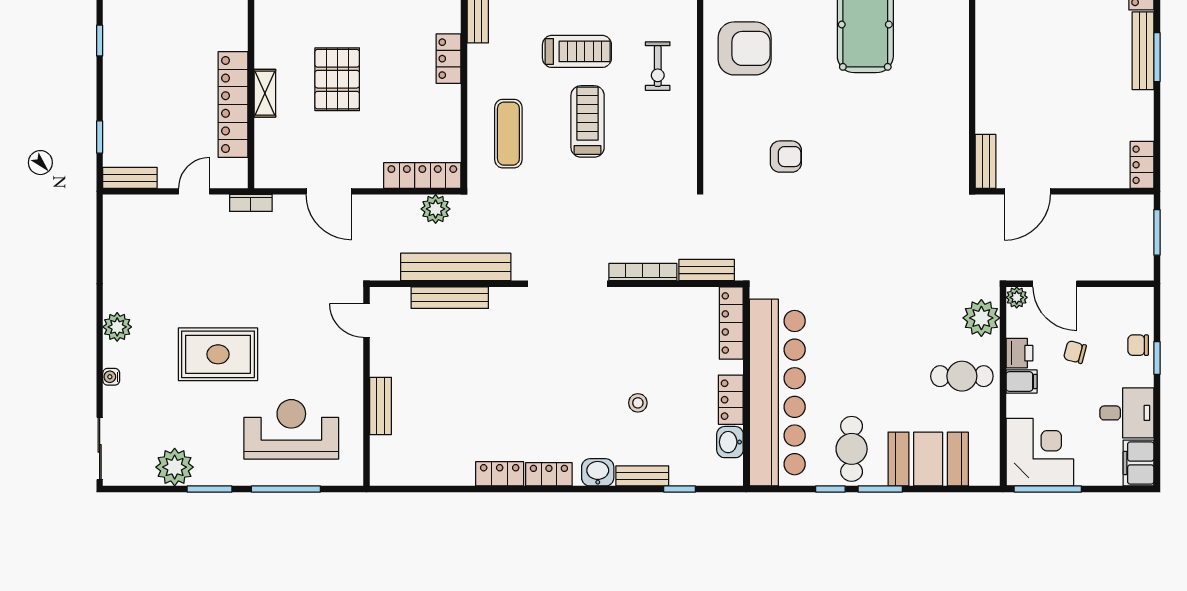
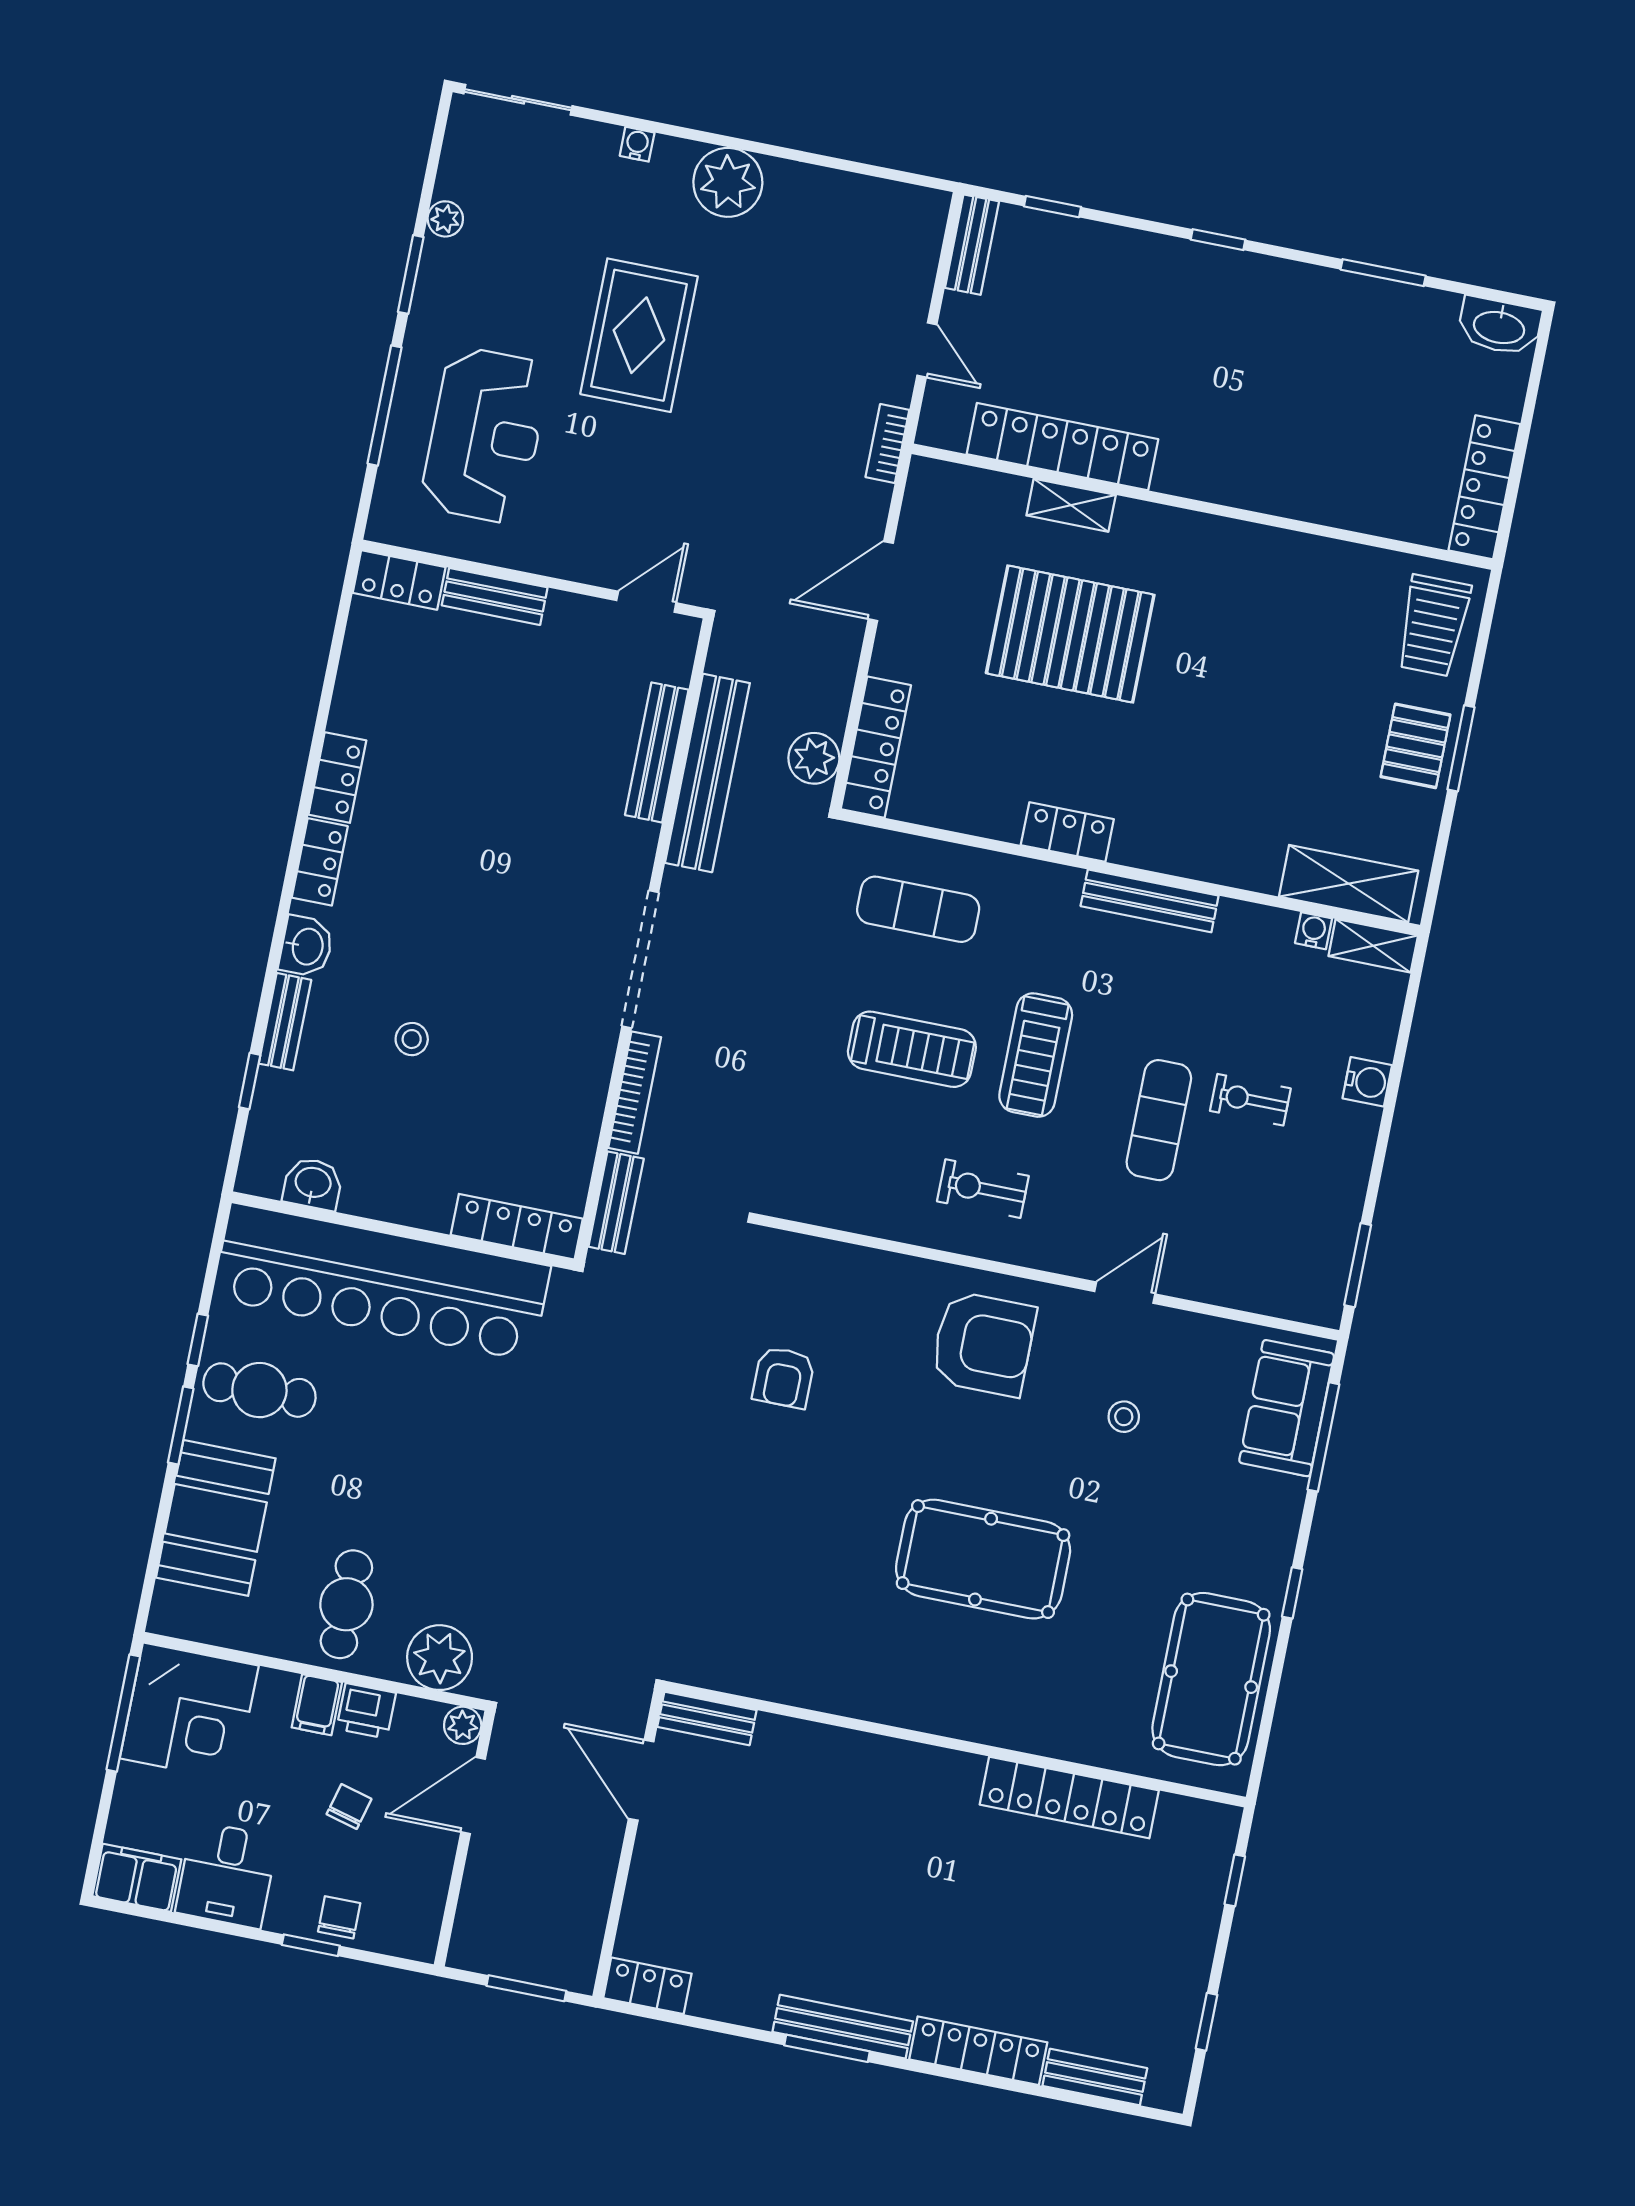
armchair: (745, 48) -> (983, 1344), turned -90
pallet: (337, 79) -> (1070, 634), width x1.37, depth x1.41
plant: (117, 327) -> (728, 182), width x1.36, depth x1.36
locker: (731, 400) -> (399, 580), moved, turned 180
plant: (175, 467) -> (445, 219), width x0.53, depth x0.53

